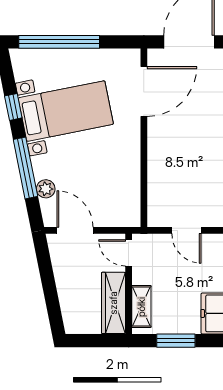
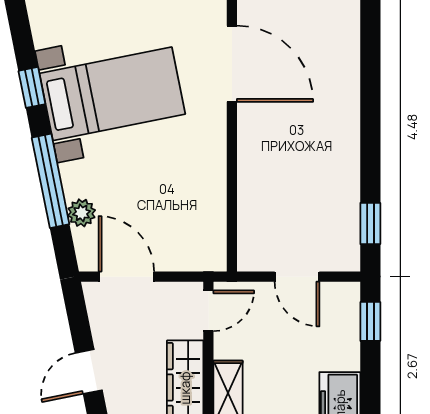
door: (144, 91) -> (232, 64), hinge flipped
door: (129, 253) -> (208, 311), swing flipped
door: (50, 292) -> (89, 372), added

